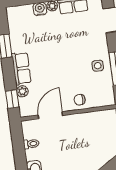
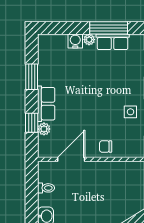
window: (12, 99) -> (32, 123), moved

